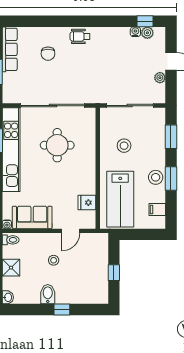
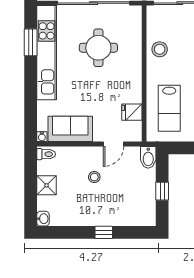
stool: (124, 146) -> (160, 49), moved
lab bench: (120, 199) -> (169, 108), width x0.73, depth x0.72
bidet: (48, 294) -> (148, 157), moved, turned 180

